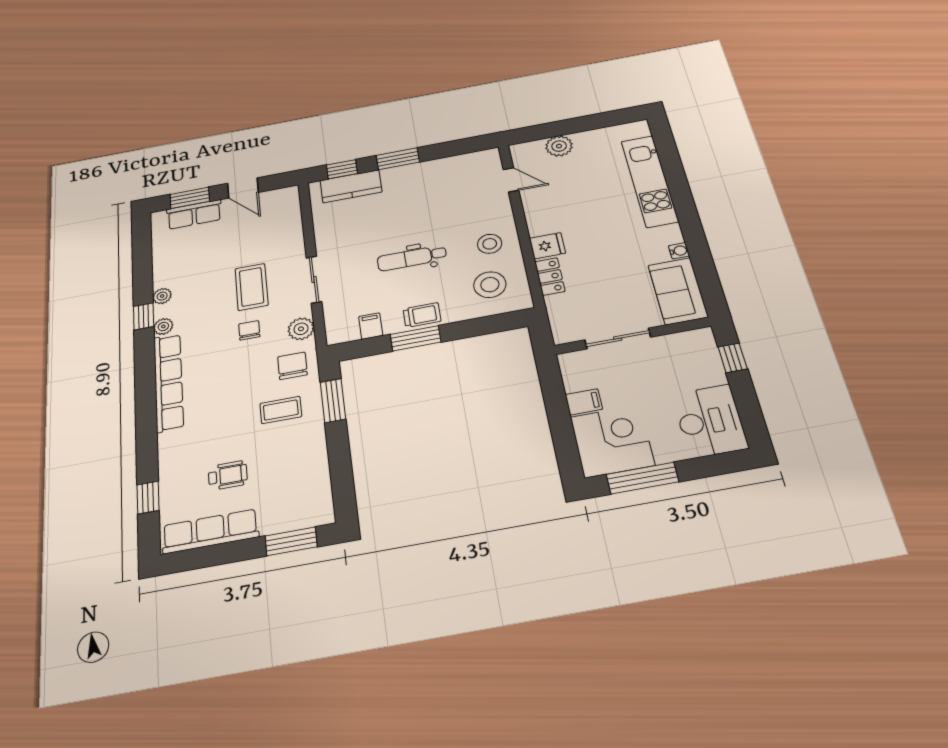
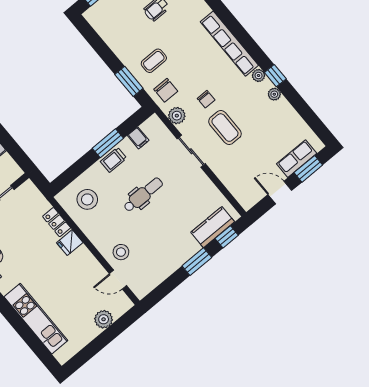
stool: (490, 244) -> (121, 252), moved

